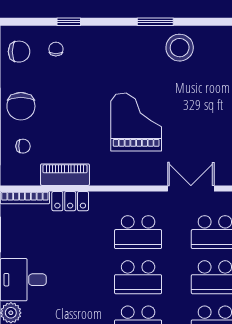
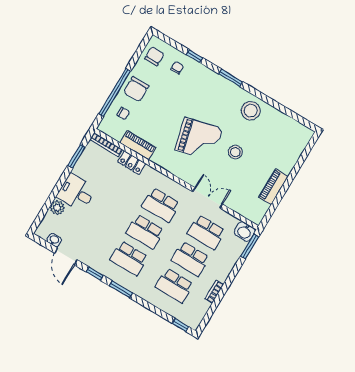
window: (155, 22) -> (230, 78), moved
chair: (19, 52) -> (154, 56), turned -90
stool: (191, 111) -> (235, 152), added
grand piano: (136, 122) -> (199, 139), turned 76

